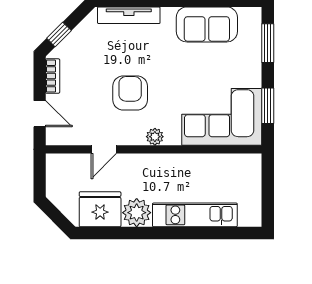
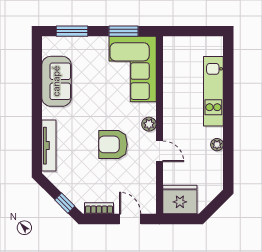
door: (40, 114) -> (130, 219), hinge flipped
door: (104, 149) -> (159, 151), moved
fridge: (100, 209) -> (180, 200), moved, turned 90
plant: (137, 213) -> (217, 145), width x0.53, depth x0.53

